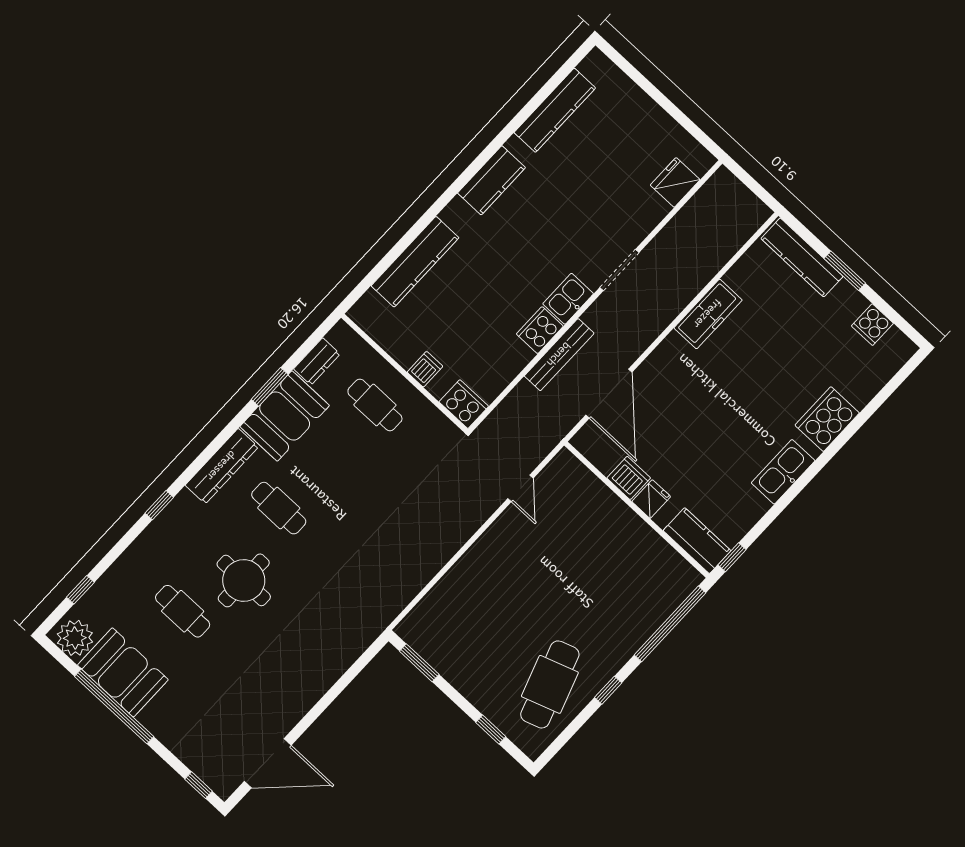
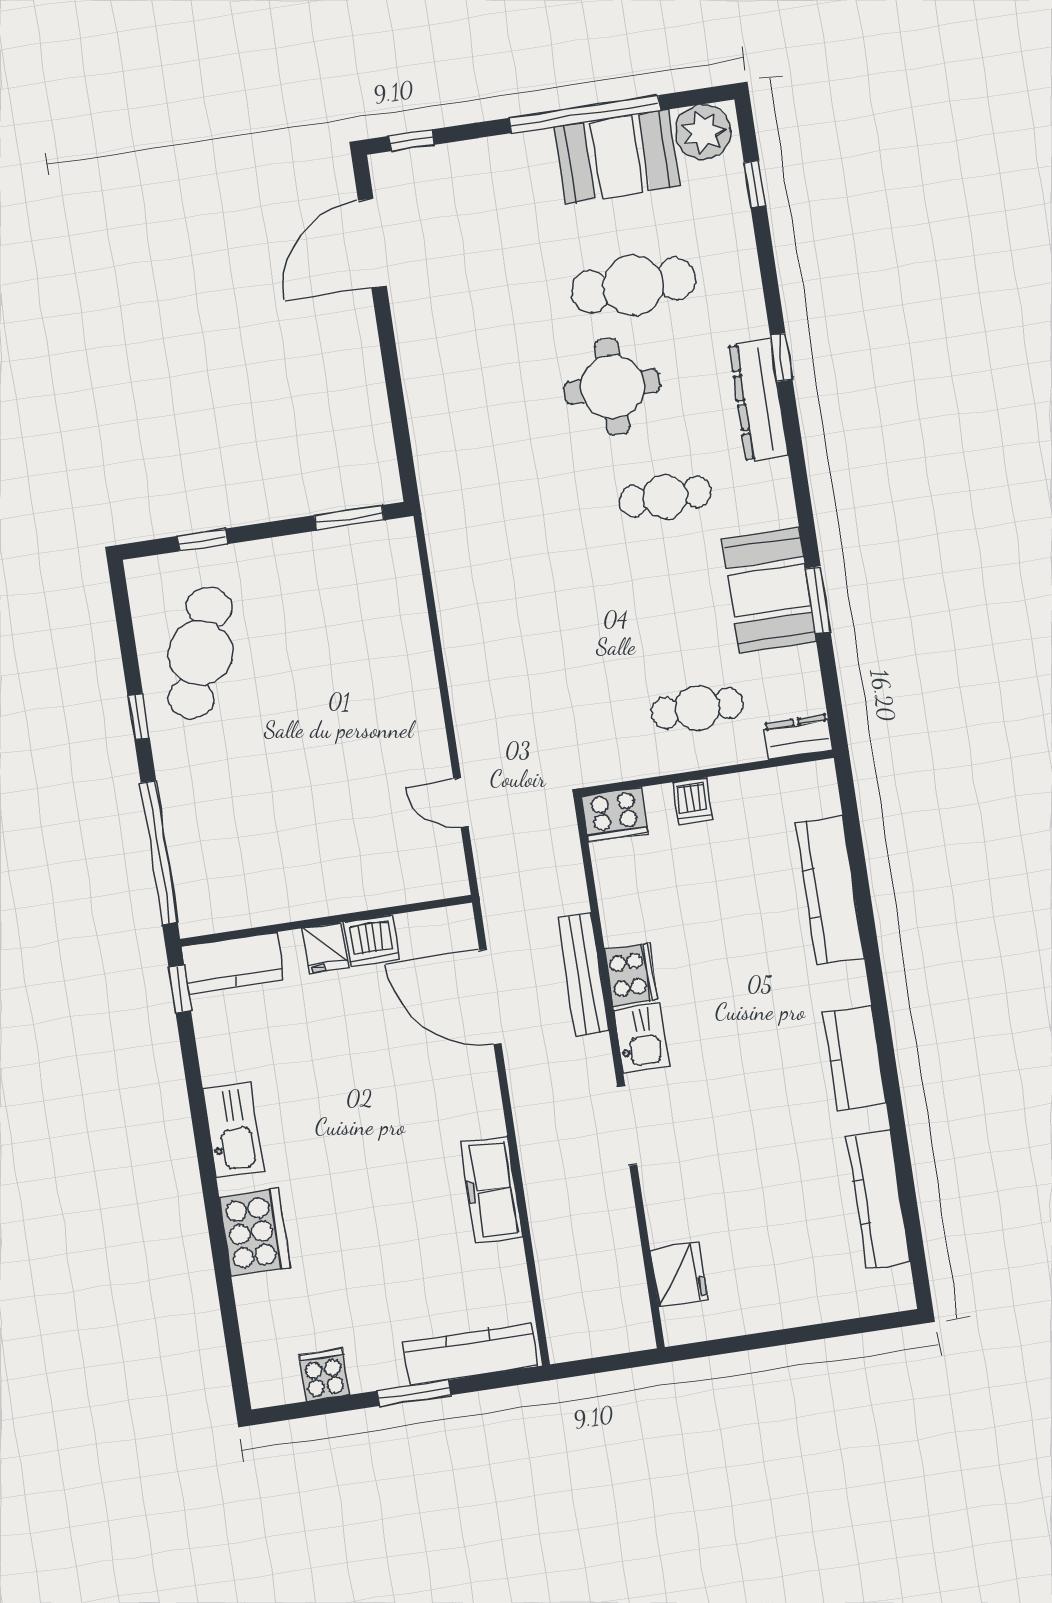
dresser: (317, 361) -> (798, 737), moved, turned 90
dresser: (222, 466) -> (758, 400), moved
cafe table: (183, 611) -> (633, 285), width x1.37, depth x1.35
cafe table: (550, 684) -> (200, 653), turned 39

